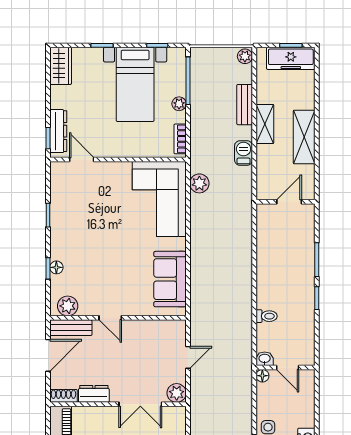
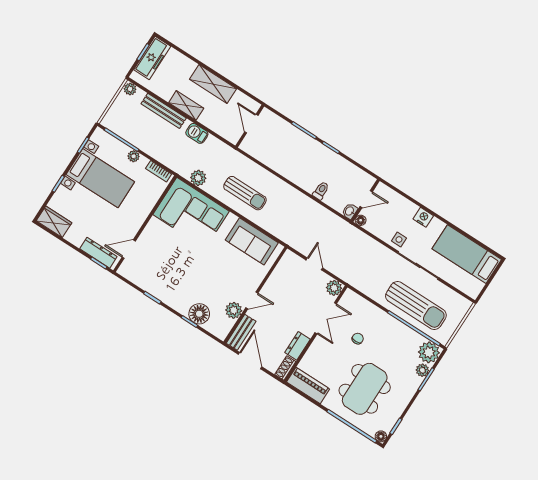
bench: (245, 105) -> (164, 111), width x1.36
sun lounger: (214, 241) -> (245, 193), added
floor lamp: (56, 267) -> (199, 314), width x1.89, depth x1.89
plant: (68, 306) -> (234, 310), moved

